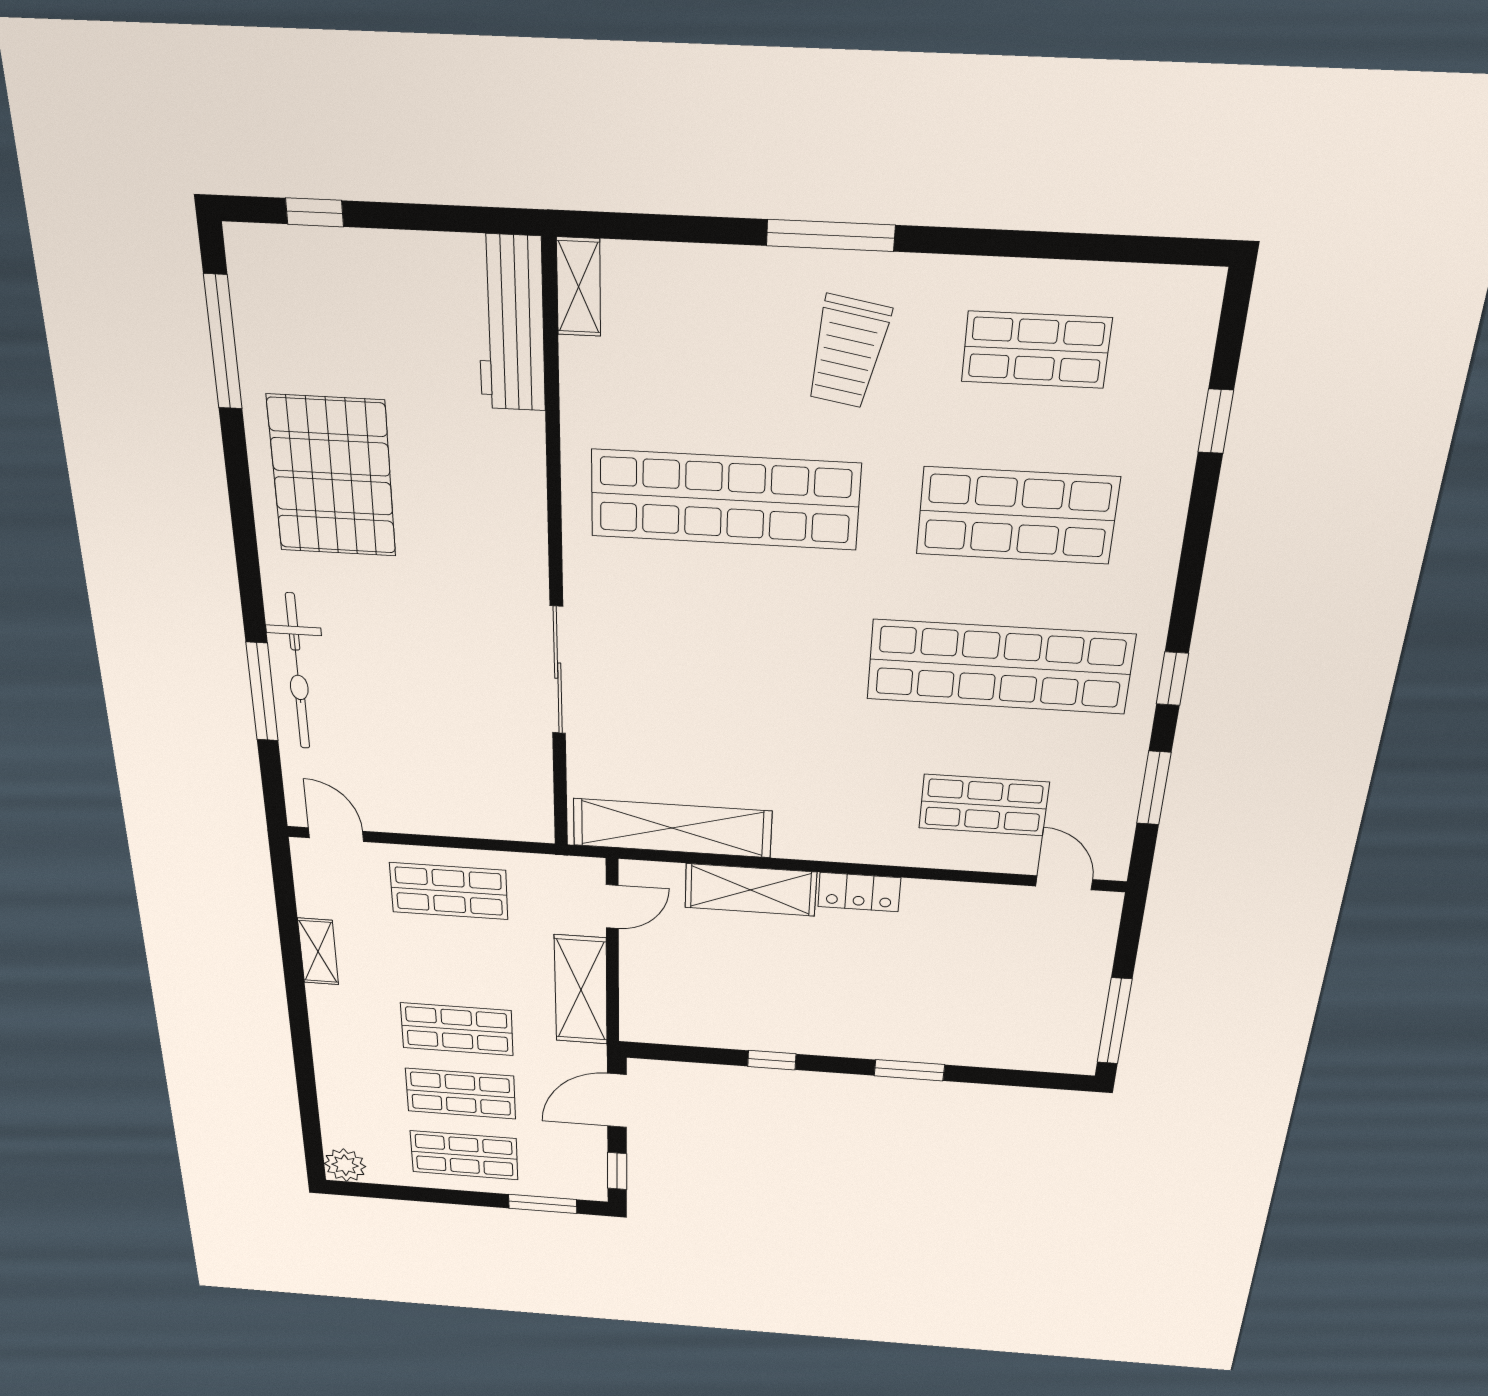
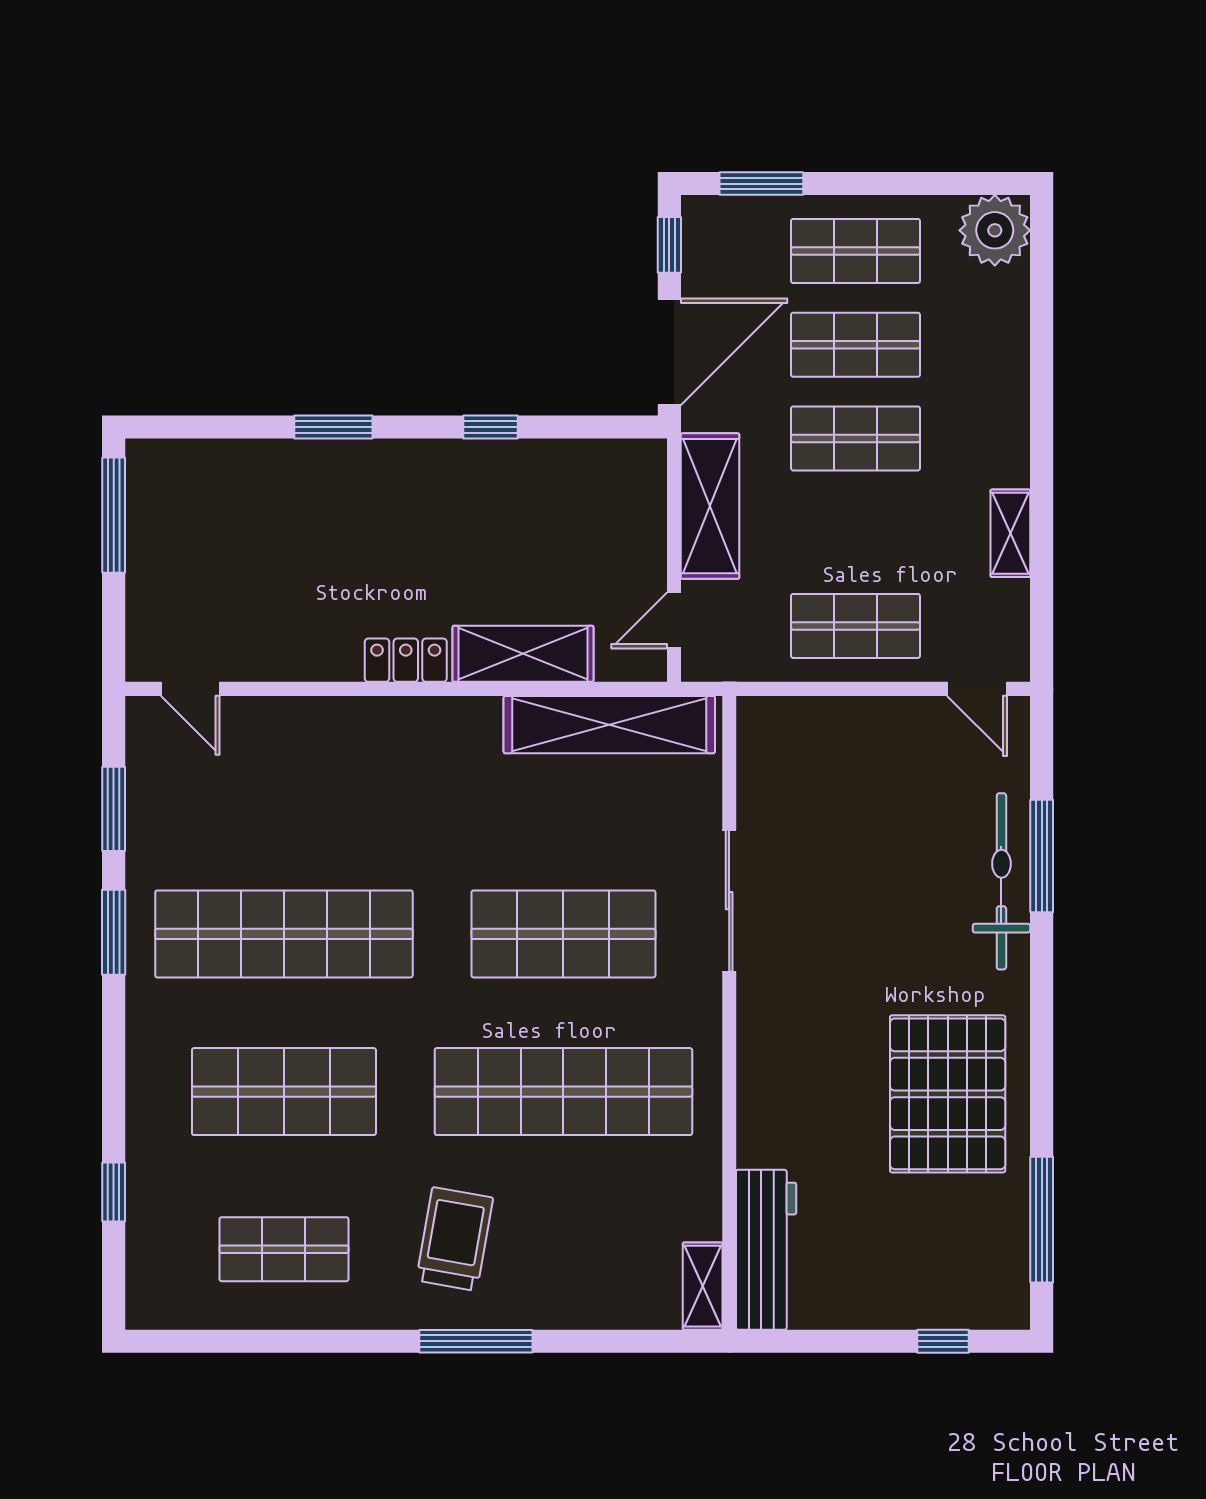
window: (1172, 679) -> (114, 932), width x1.50
shop shelf: (984, 805) -> (563, 934), moved, width x1.43, depth x1.36
door: (617, 1100) -> (669, 352), width x1.36
plant: (345, 1165) -> (995, 230), width x1.36, depth x1.36

